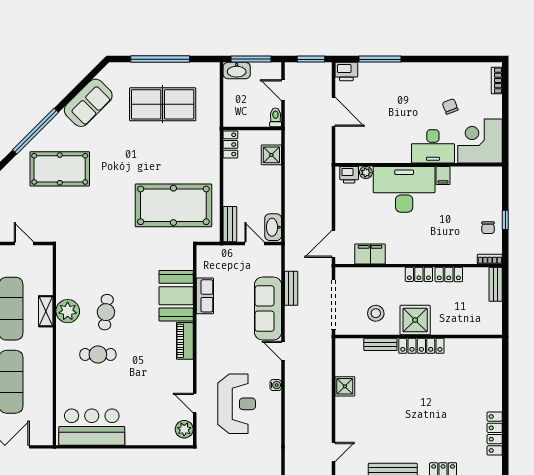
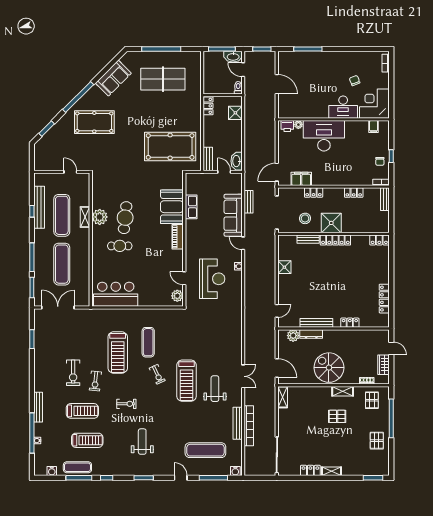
washbasin: (237, 71) -> (233, 57), moved
printer: (346, 72) -> (285, 57), removed
filing cabinet: (443, 175) -> (374, 127), moved
locker: (419, 274) -> (314, 192), moved
cafe table: (106, 312) -> (125, 218), width x1.37, depth x1.35
locker: (487, 346) -> (379, 240), added

